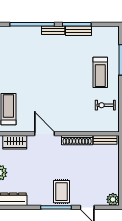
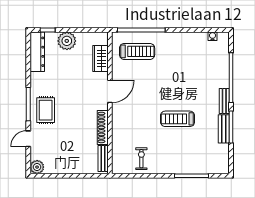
treadmill: (100, 72) -> (178, 119), moved
rug: (61, 192) -> (46, 110), turned 90

